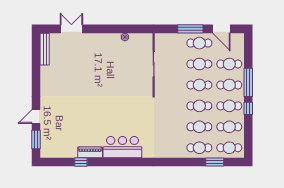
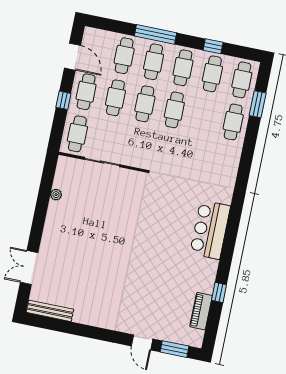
window: (190, 29) -> (63, 100), width x0.46
door: (221, 29) -> (72, 57), hinge flipped
window: (248, 108) -> (213, 46), moved
cafe table: (199, 127) -> (77, 134), moved
piano: (90, 152) -> (201, 311), moved

